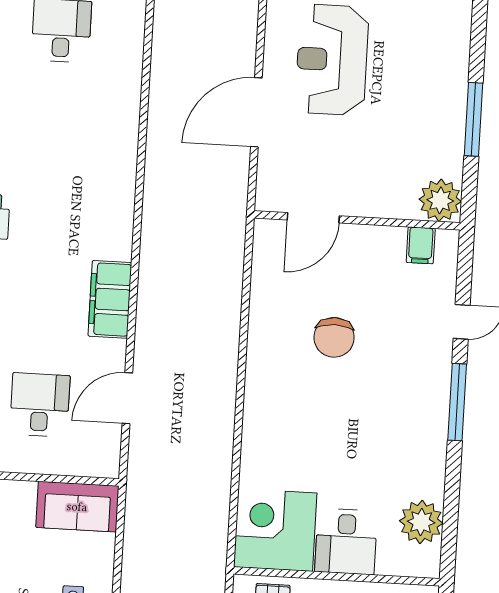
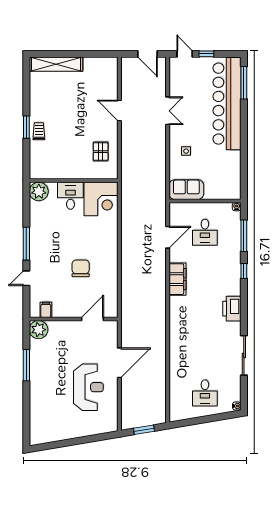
corner desk: (275, 530) -> (101, 199), moved
desk: (346, 542) -> (70, 196), moved
wall: (336, 576) -> (74, 181), moved

